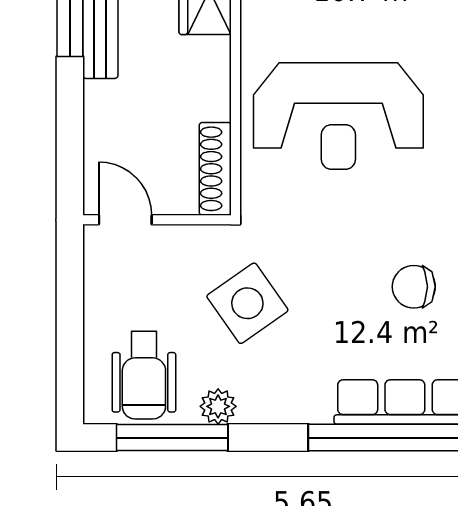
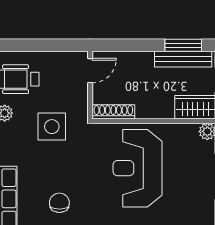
side table: (247, 303) -> (52, 127), turned 35

